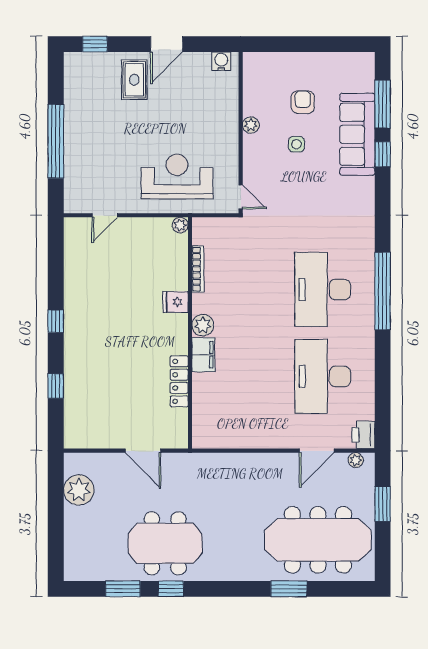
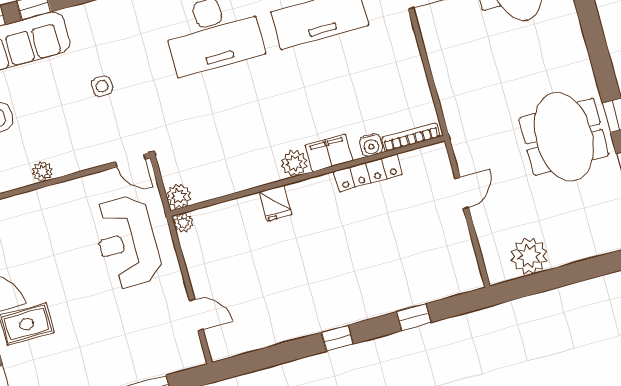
side table: (296, 144) -> (102, 86), moved
door: (241, 197) -> (130, 160), swing flipped
plant: (202, 227) -> (179, 196), added
bookcase: (198, 269) -> (411, 137), moved
water cooler: (200, 390) -> (371, 145), added
door: (143, 451) -> (462, 193), width x0.73

